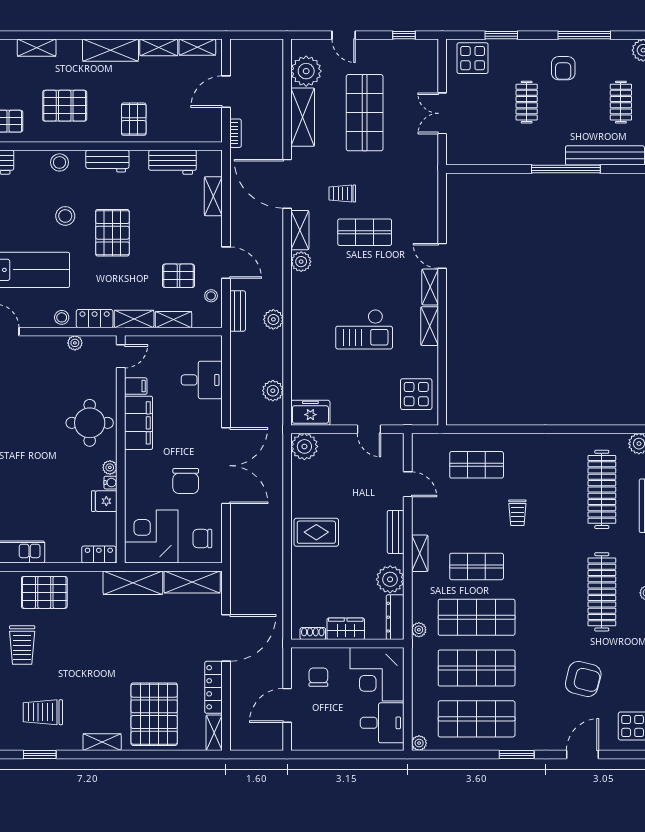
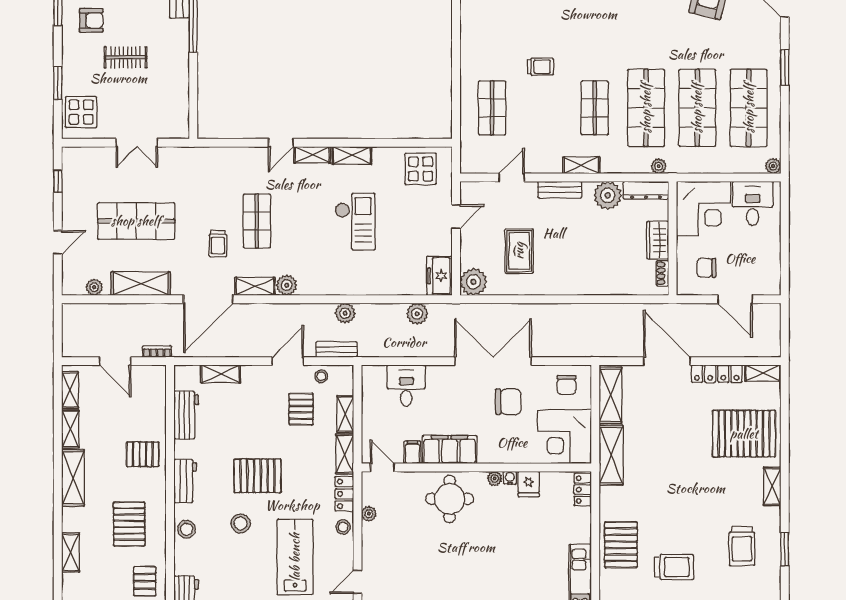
plant: (306, 71) -> (94, 287), width x0.53, depth x0.53
rug: (316, 532) -> (519, 251), moved

